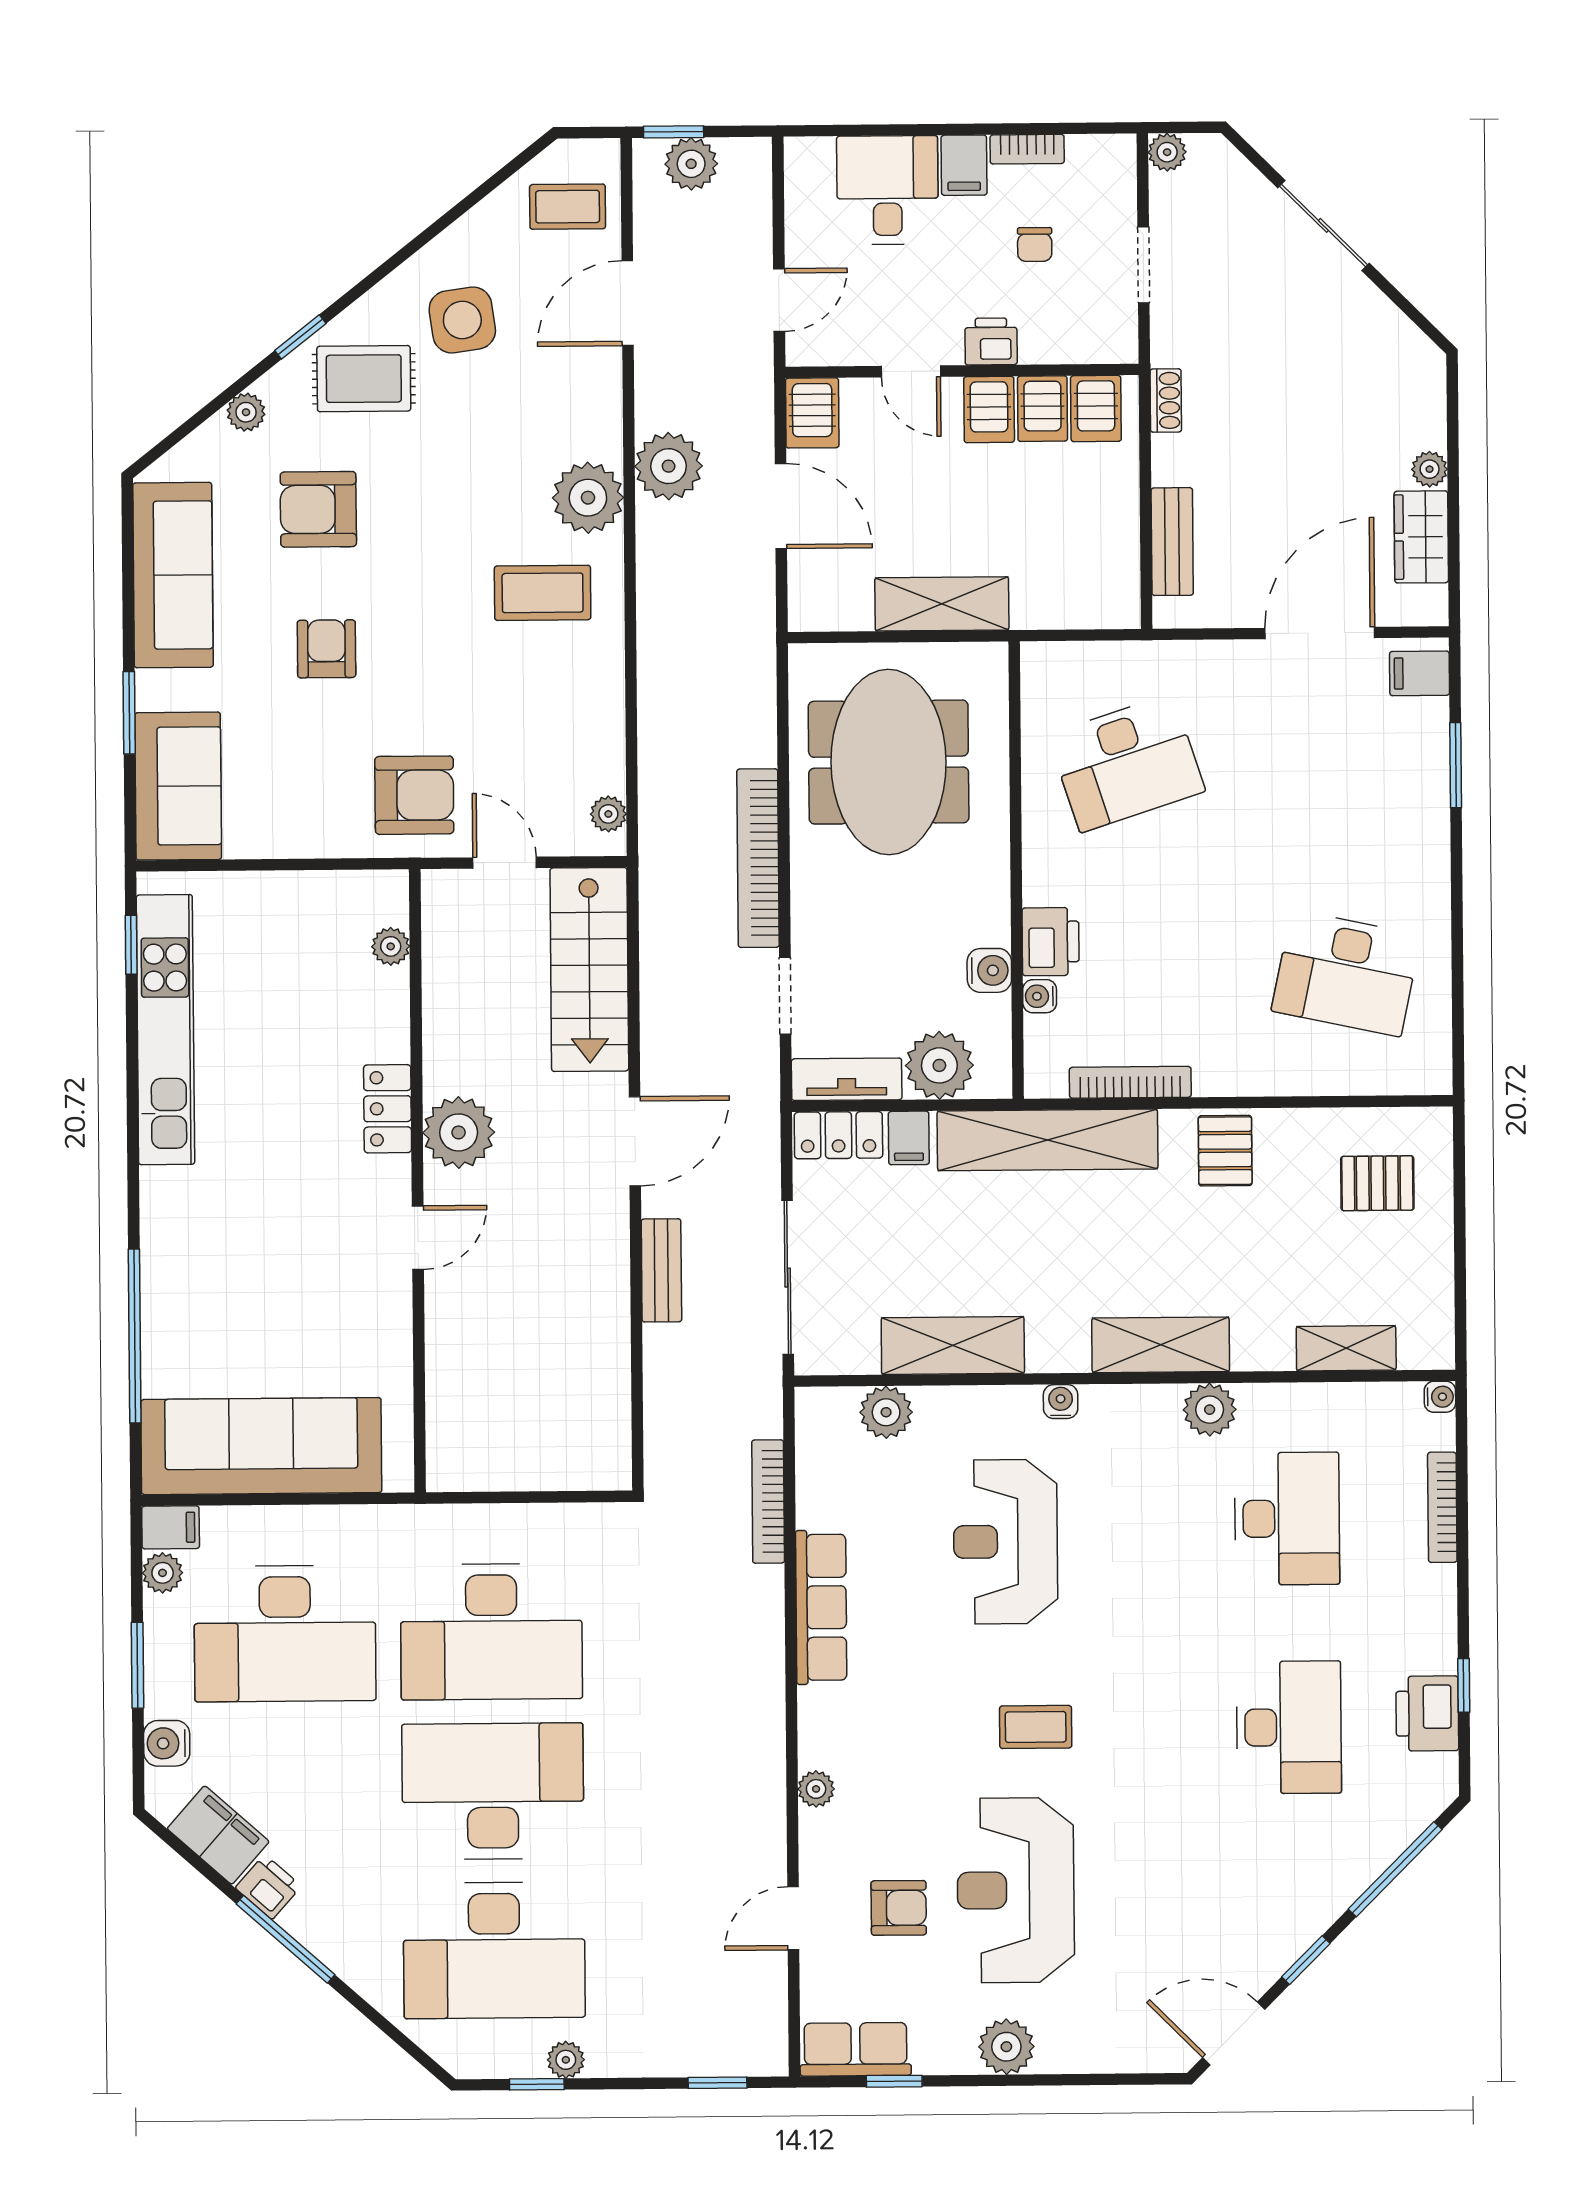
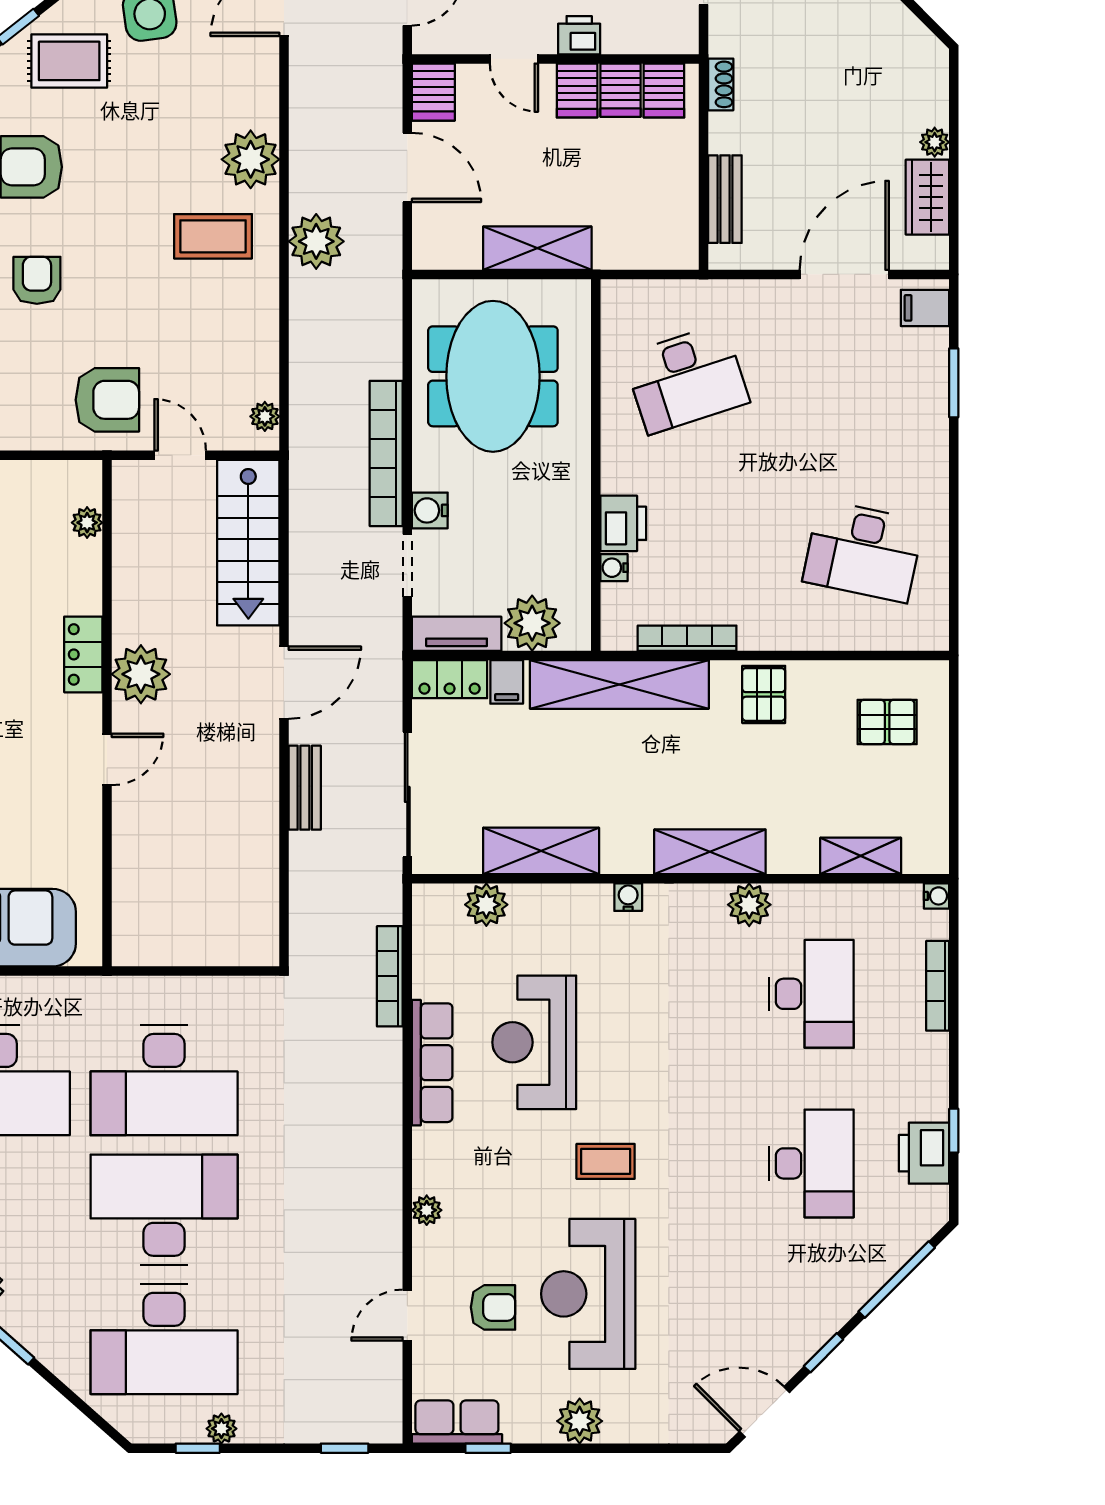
plant: (669, 466) -> (316, 241), moved
water cooler: (989, 970) -> (430, 510), moved, turned 180
reception desk: (1006, 1542) -> (534, 1042), moved

